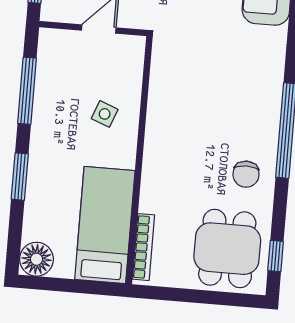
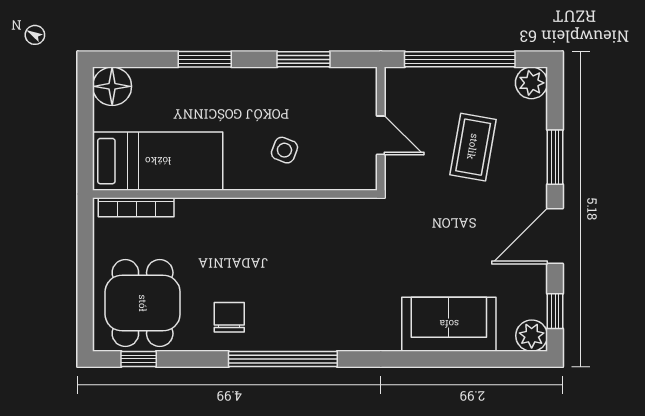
window: (27, 91) -> (304, 59), width x0.69
chair: (246, 174) -> (229, 317), turned 90
dining table: (227, 249) -> (143, 303), turned 90

